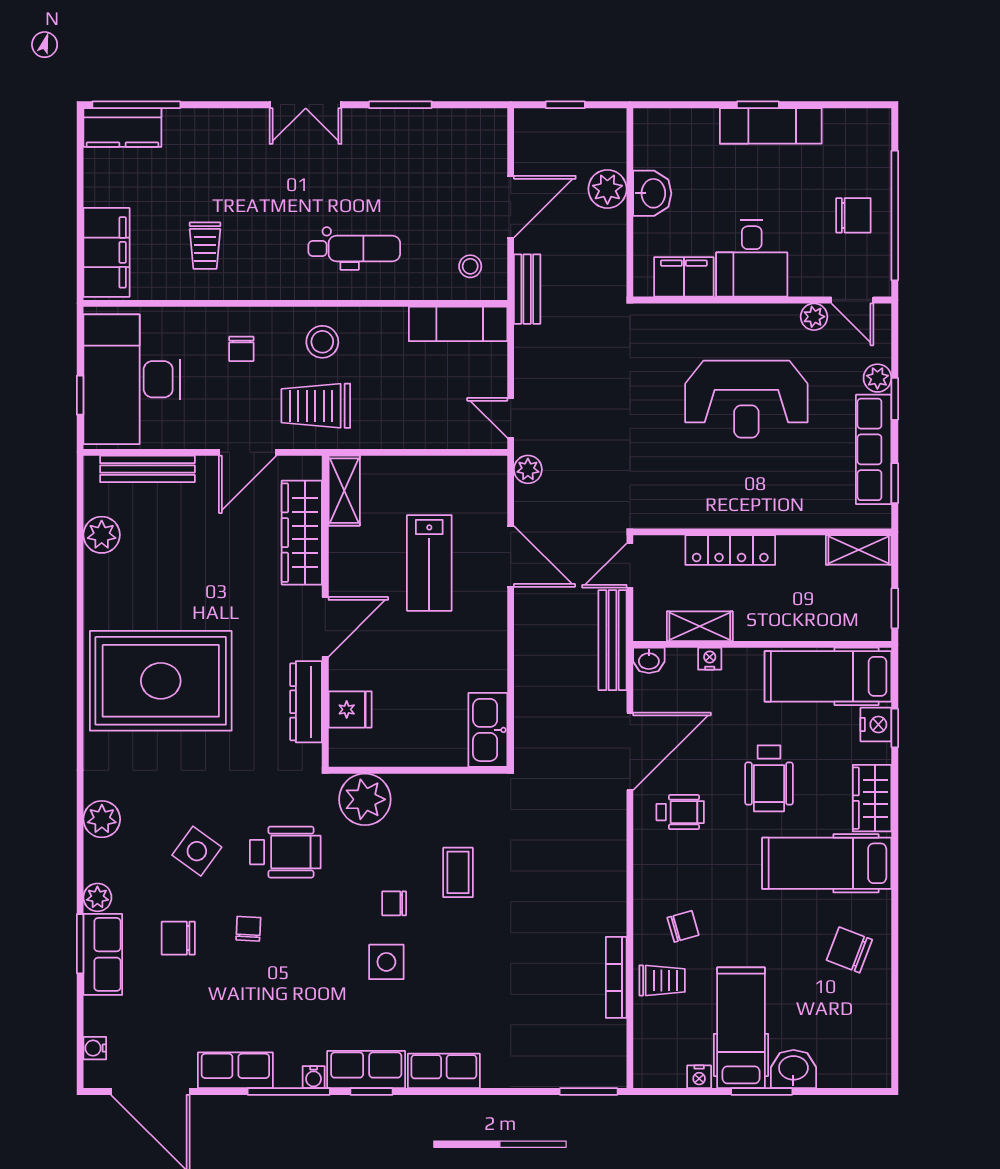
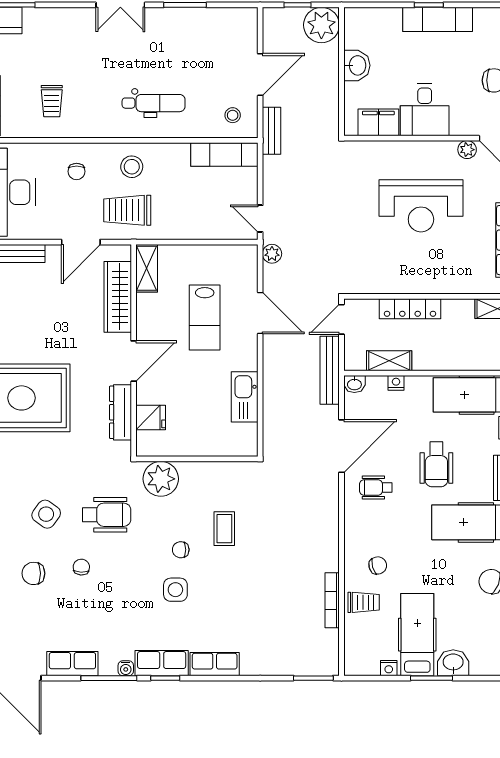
plant: (607, 189) -> (321, 25), moved, width x1.36, depth x1.36
kitchen sink: (488, 730) -> (245, 397), moved
wheelchair: (680, 812) -> (376, 487), turned 180

